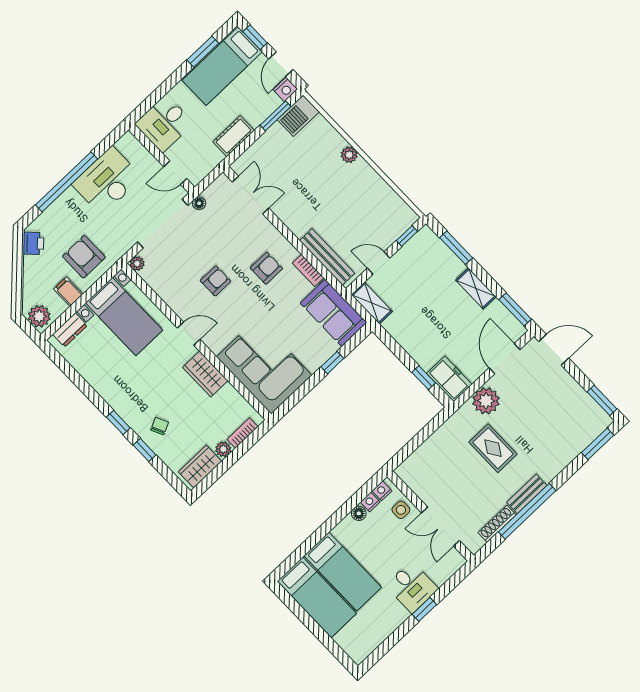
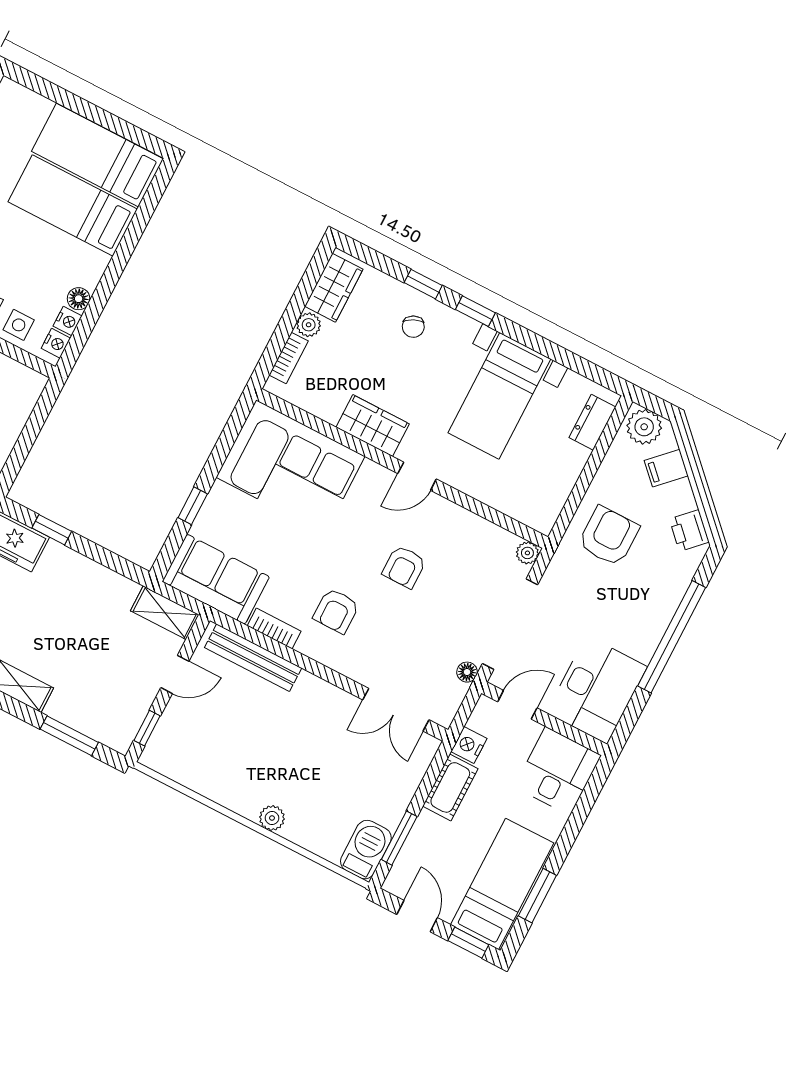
nightstand: (285, 89) -> (469, 745), moved
desk: (107, 181) -> (597, 690), moved
armchair: (84, 257) -> (609, 536), turned -90
filing cabinet: (68, 292) -> (666, 468), moved, turned 135
bed with nightstands: (124, 317) -> (499, 396), moved, turned -90

